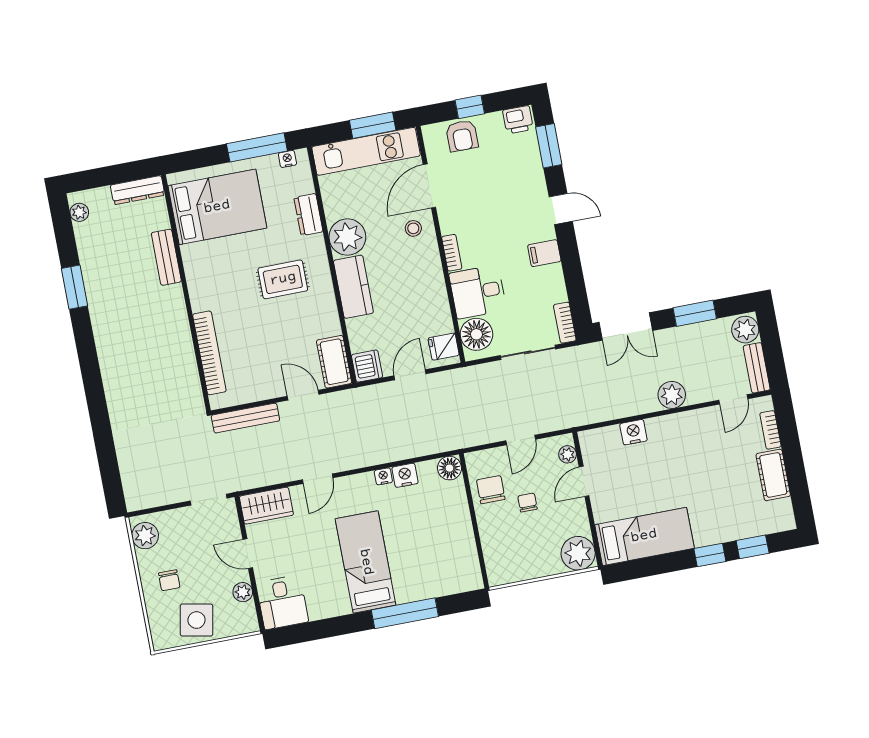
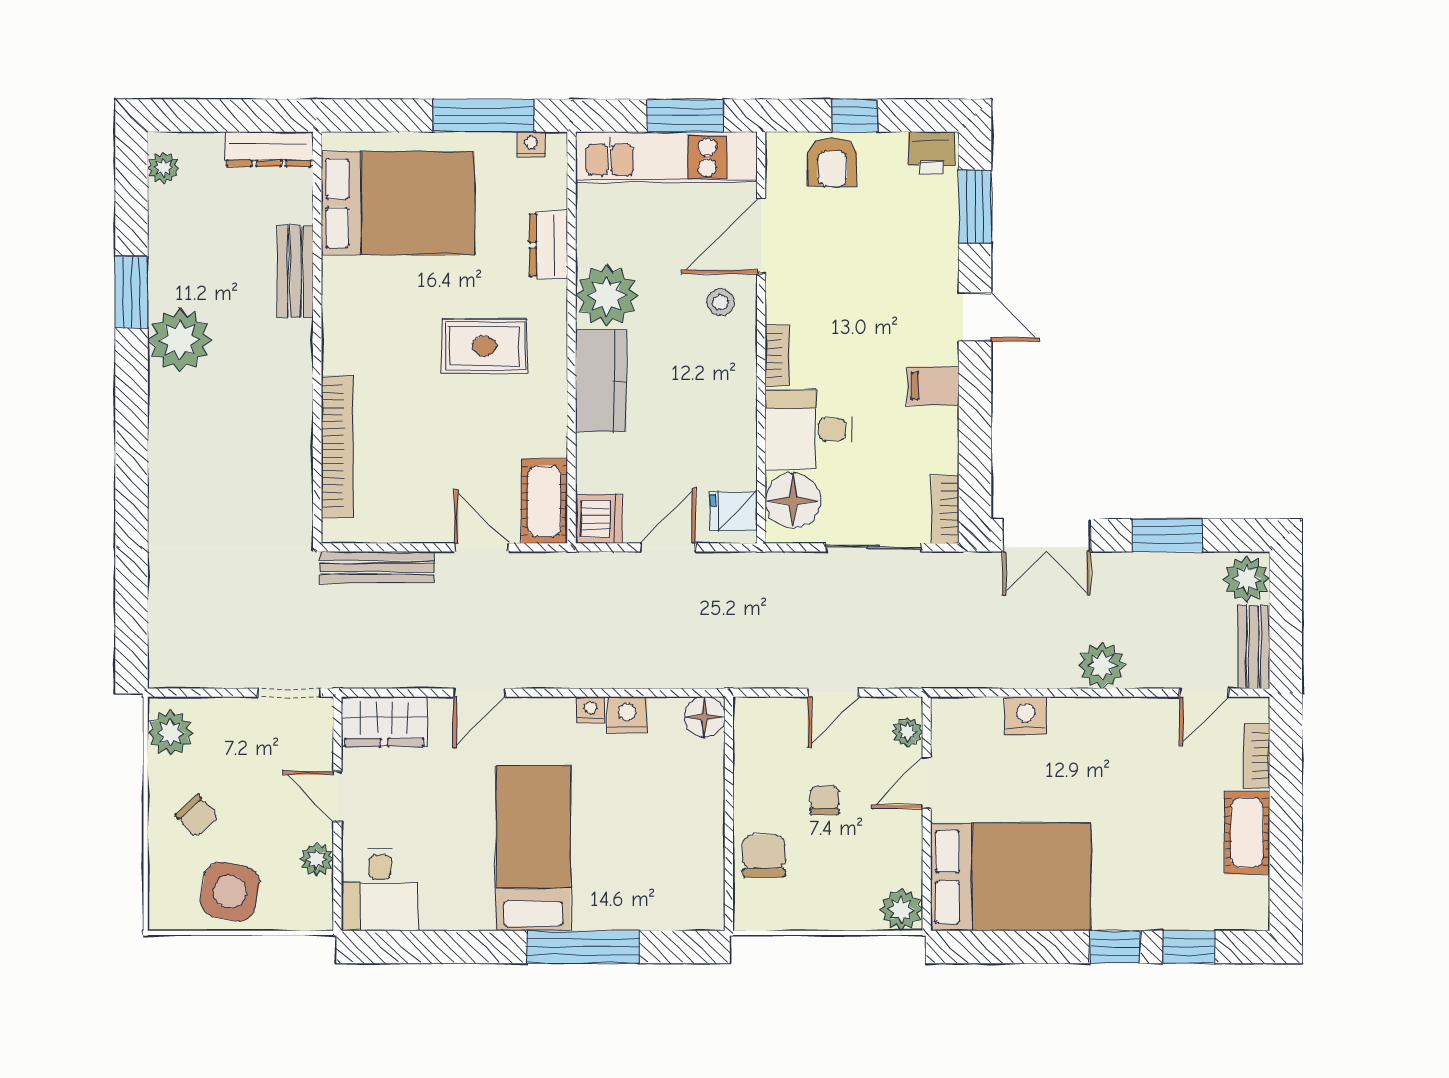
plant: (107, 309) -> (180, 340), added
chair: (491, 490) -> (764, 856), moved
bed: (644, 536) -> (1011, 877), width x1.50
plant: (578, 553) -> (901, 909), width x0.73, depth x0.73
chair: (169, 580) -> (197, 816), turned -43

